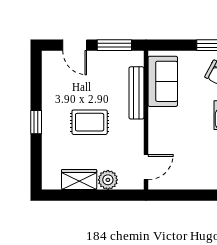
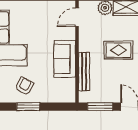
sofa: (163, 81) -> (65, 59), moved

